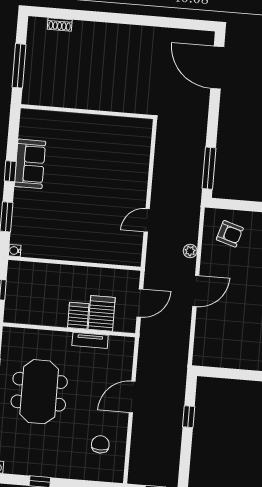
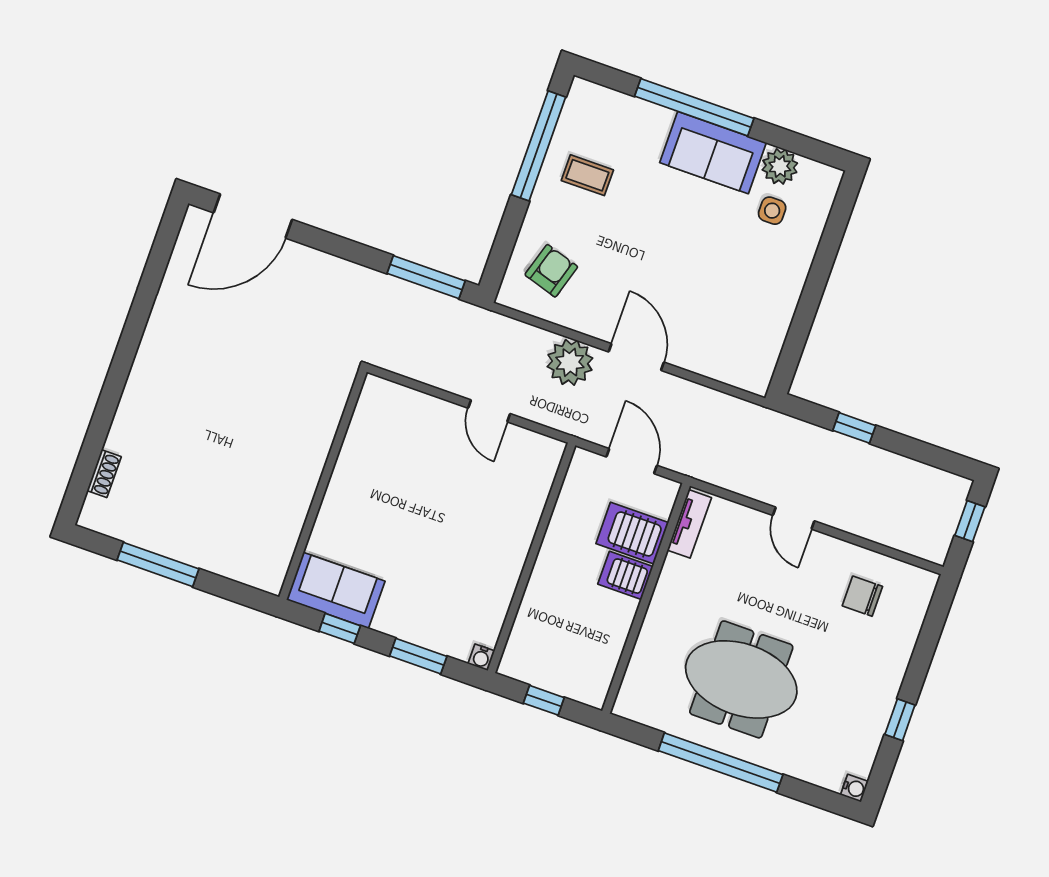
wall: (87, 112) -> (323, 484), moved
plant: (190, 251) -> (570, 362), width x1.88, depth x1.88
tv unit: (90, 340) -> (689, 524), moved
door: (132, 397) -> (794, 518), width x0.73

